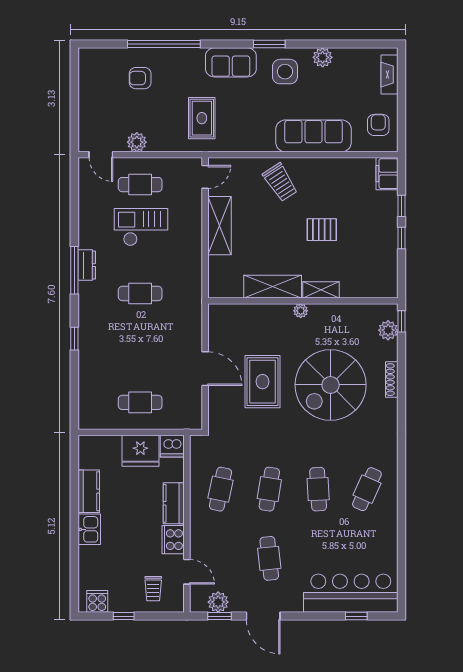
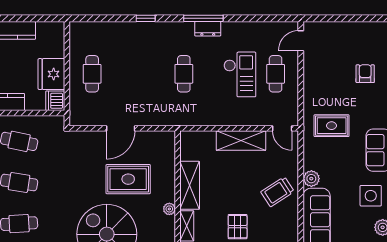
plant: (137, 142) -> (311, 179), moved
rug: (263, 382) -> (128, 179), moved

